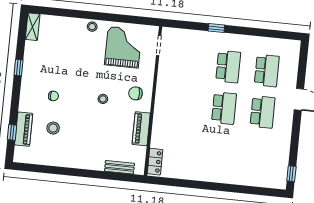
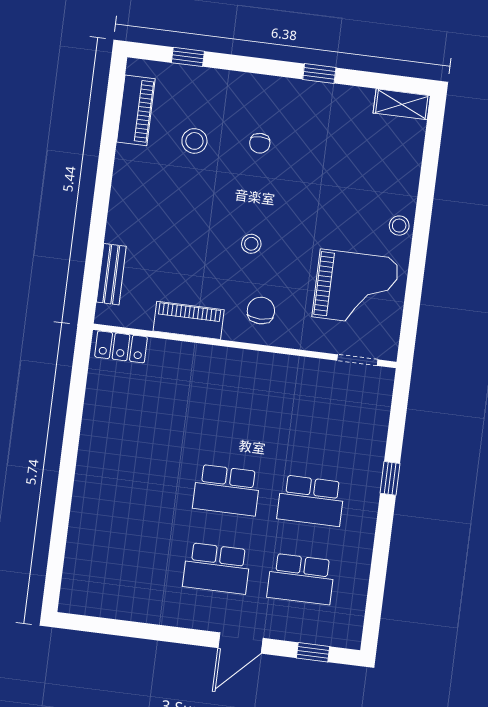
piano: (24, 129) -> (136, 110), moved, turned -90
window: (291, 174) -> (313, 652), moved

